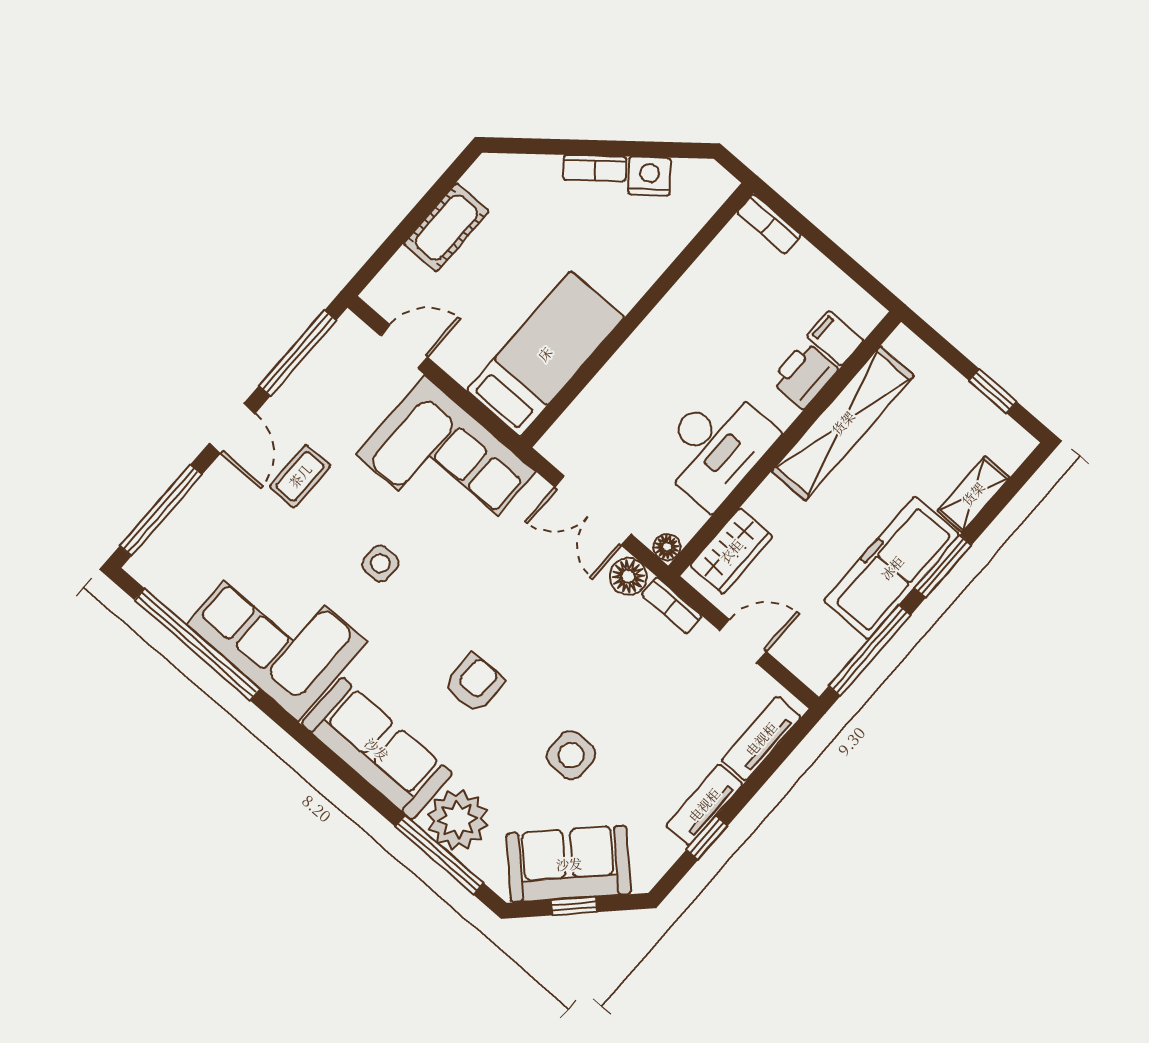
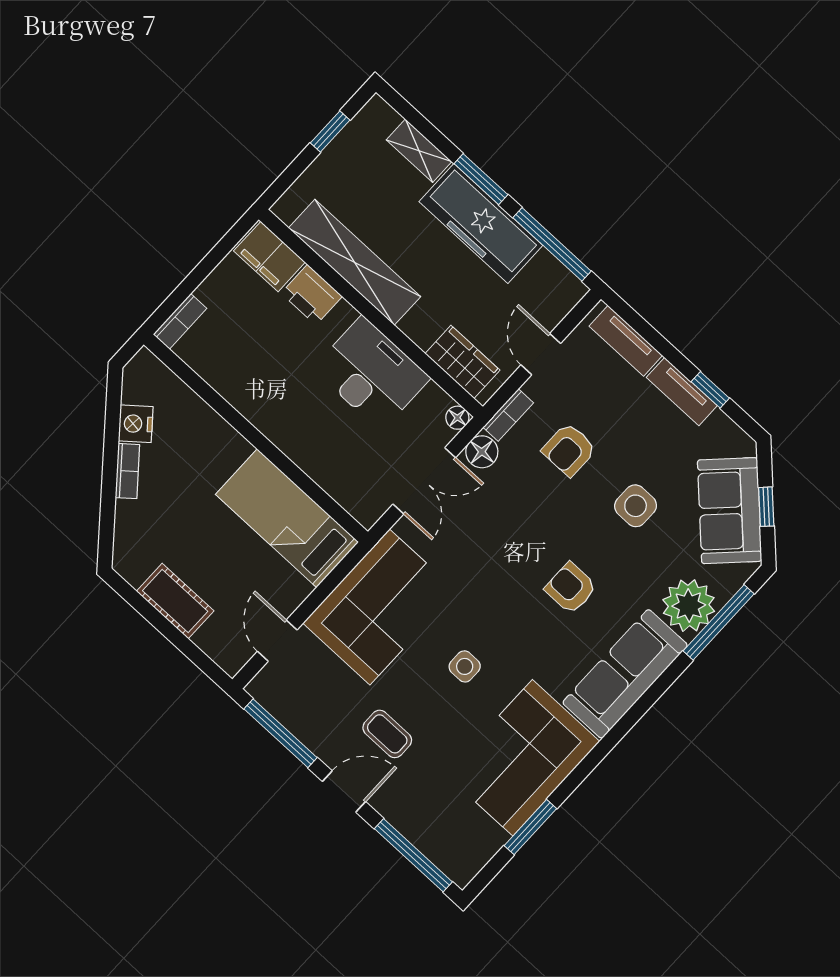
filing cabinet: (835, 338) -> (269, 257), width x2.00
window: (197, 644) -> (530, 827), width x0.47
armchair: (634, 677) -> (569, 450), added

